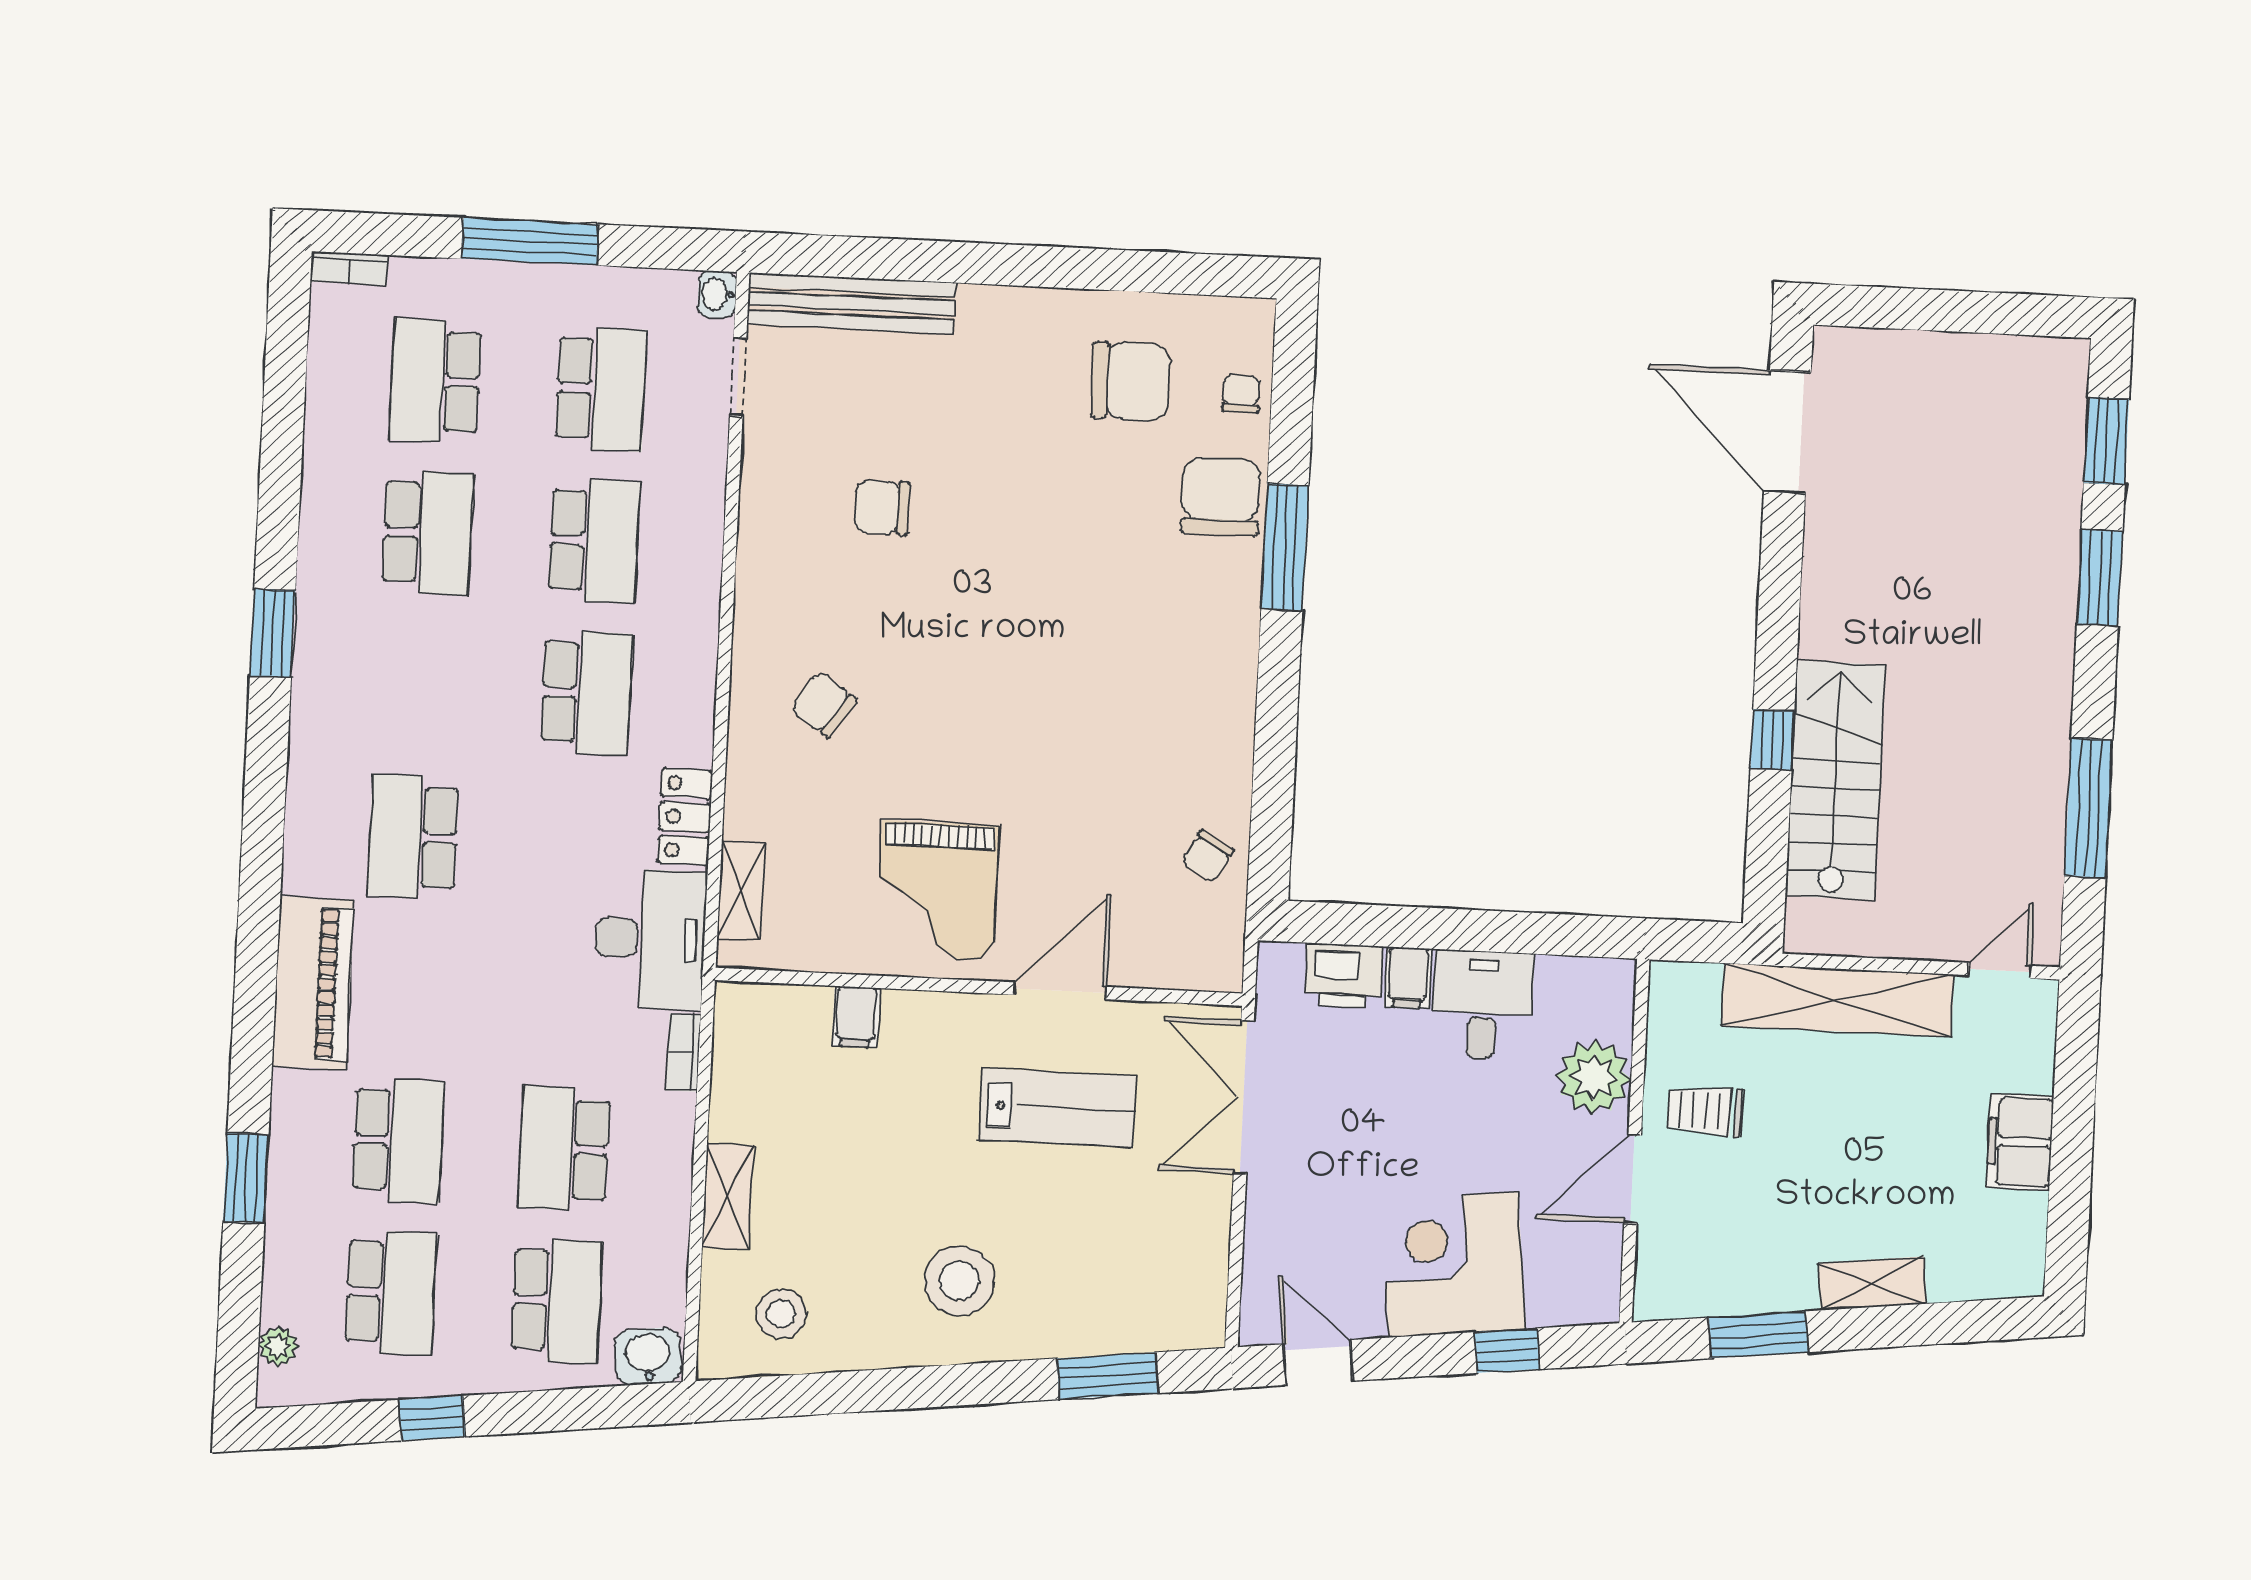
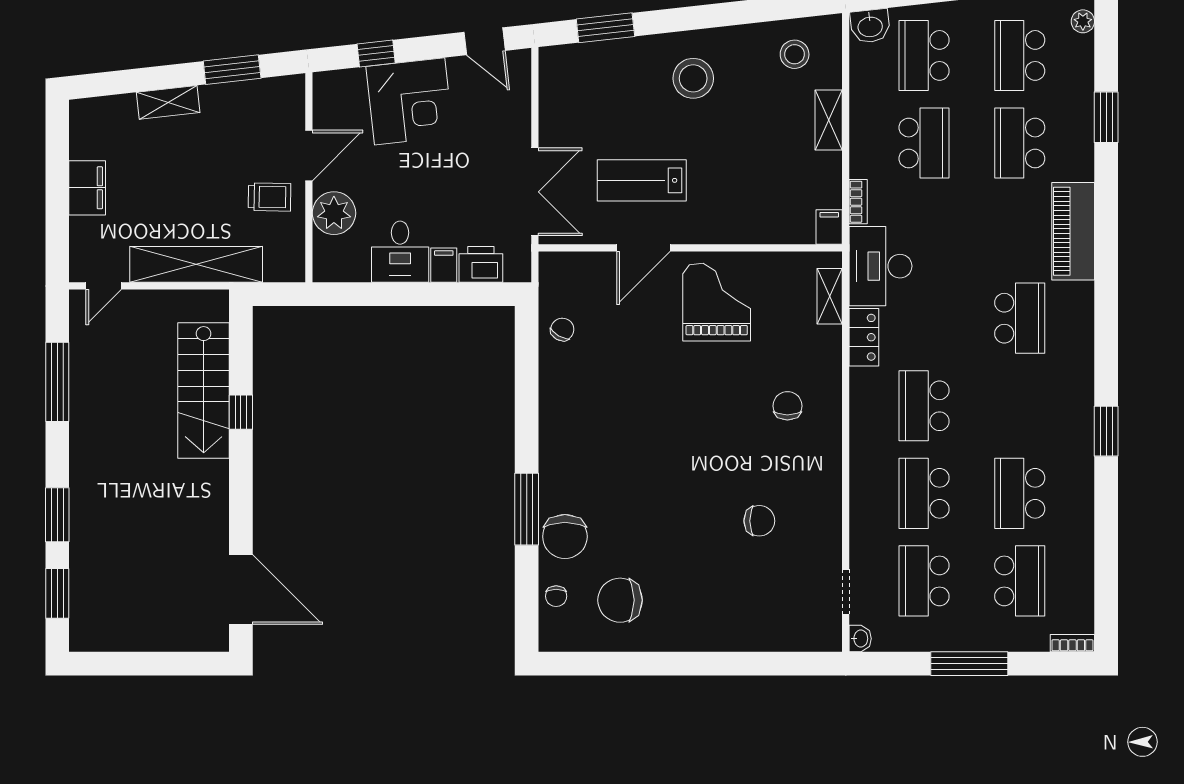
bench: (851, 303) -> (783, 637), removed
chair: (823, 704) -> (787, 406), turned -124
filing cabinet: (856, 1017) -> (829, 227), moved

